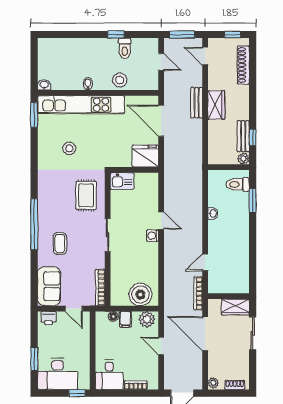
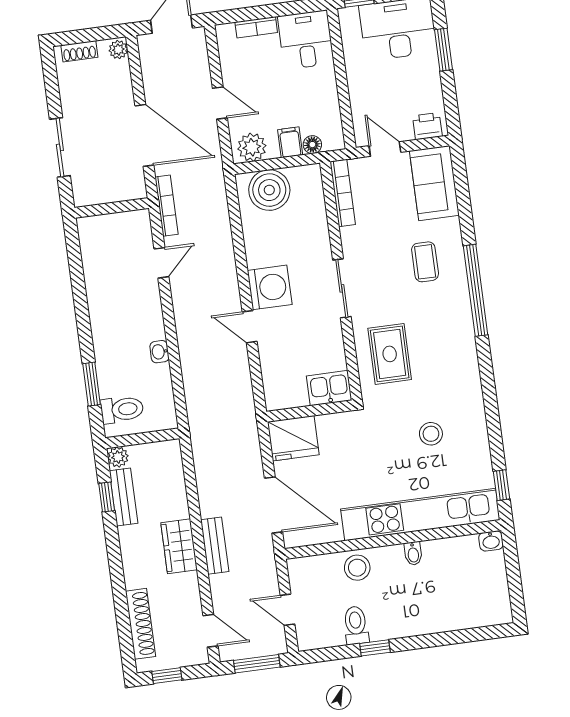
window: (34, 115) -> (502, 485), width x0.67
washing machine: (153, 236) -> (270, 287), width x1.89, depth x1.89
wardrobe: (235, 307) -> (97, 190), removed

